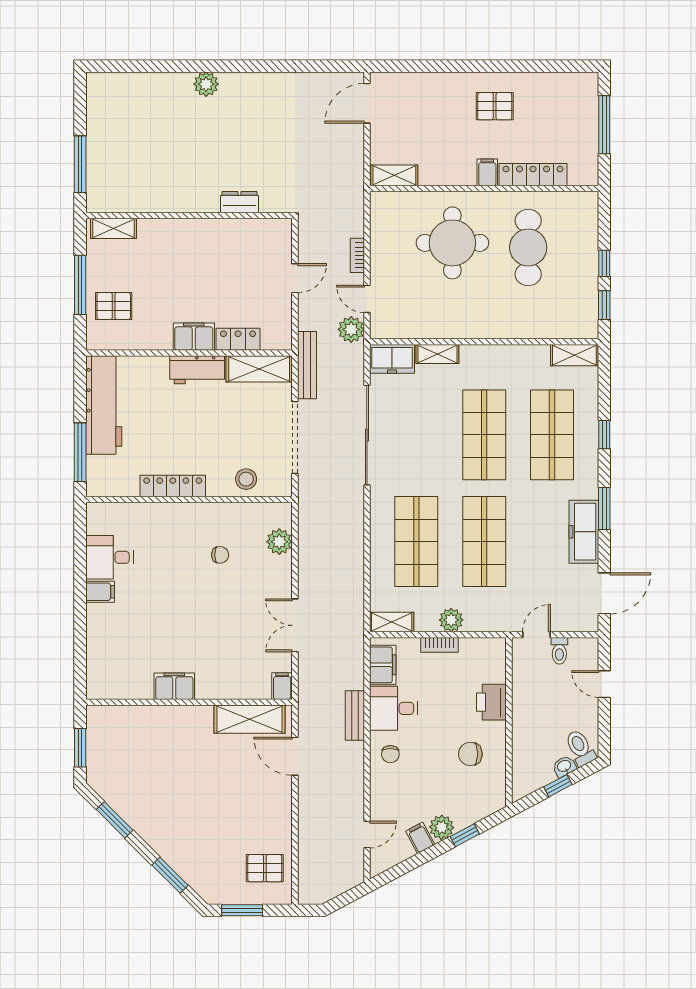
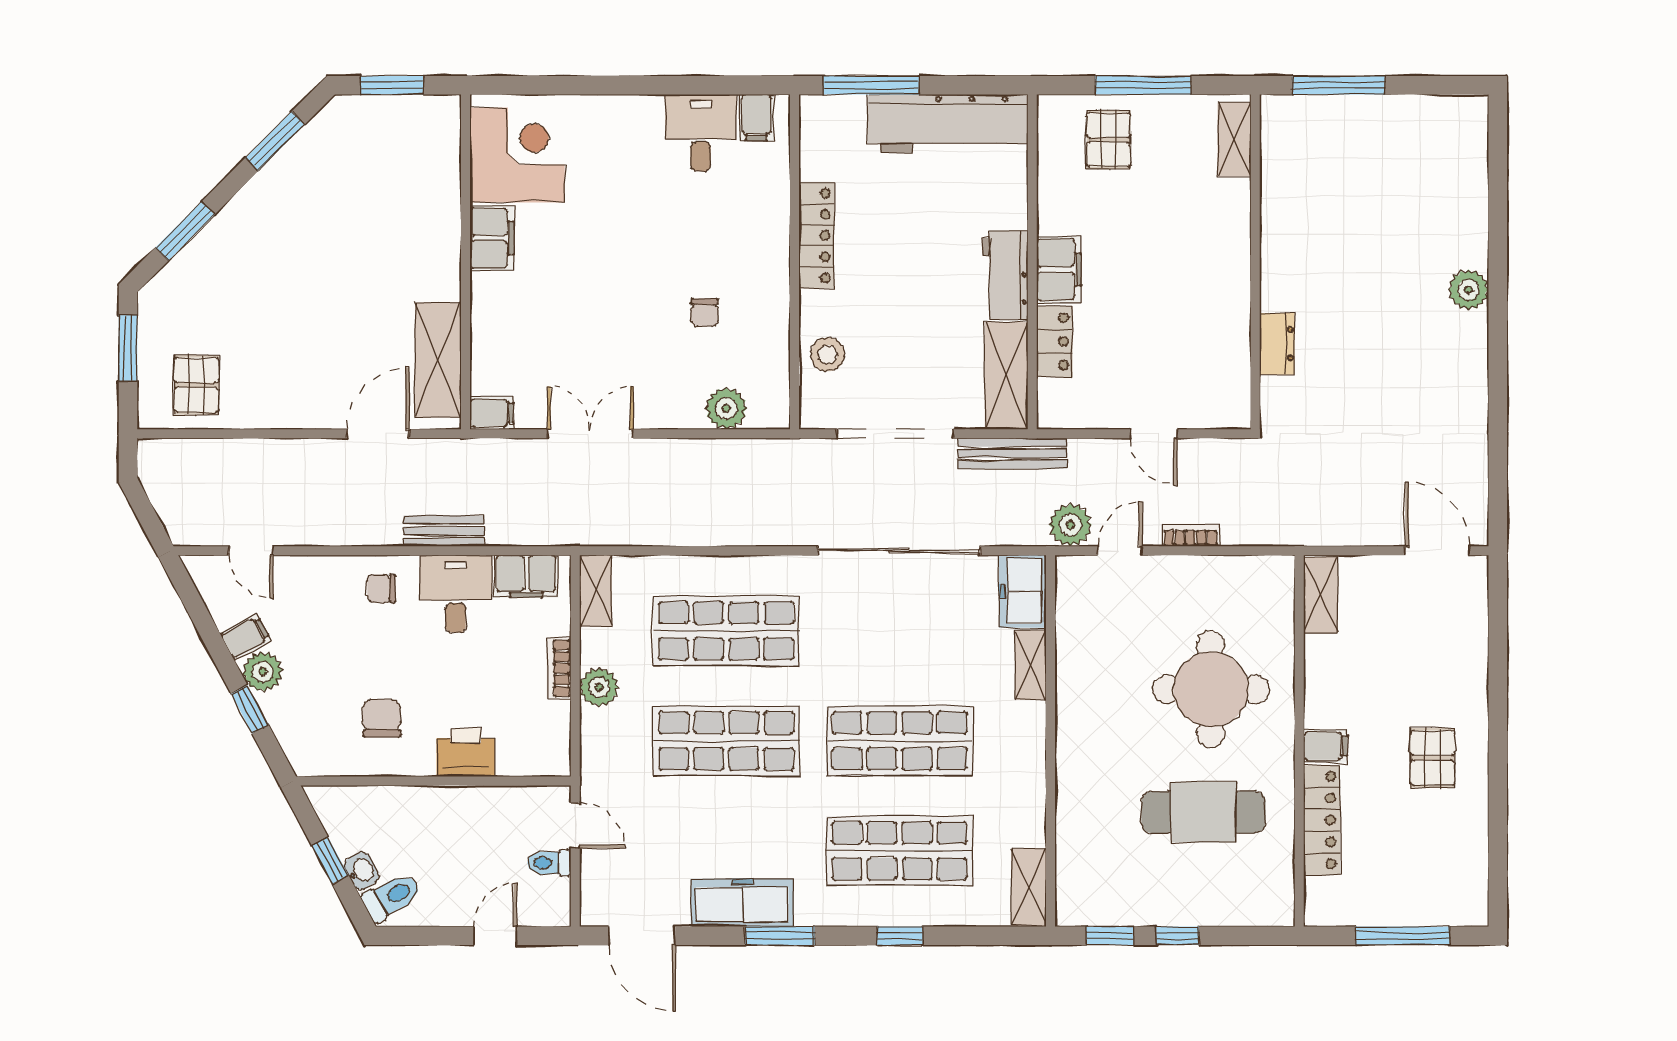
filing cabinet: (100, 592) -> (757, 117), moved
corner desk: (123, 670) -> (517, 155), added

